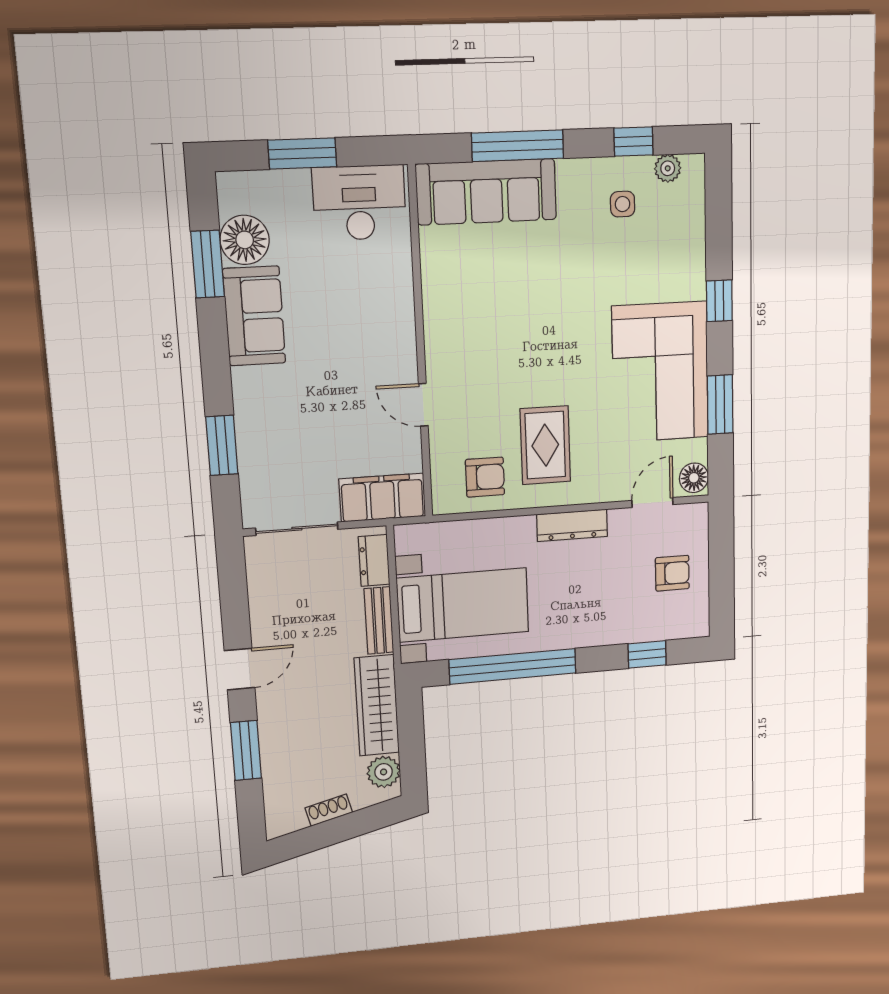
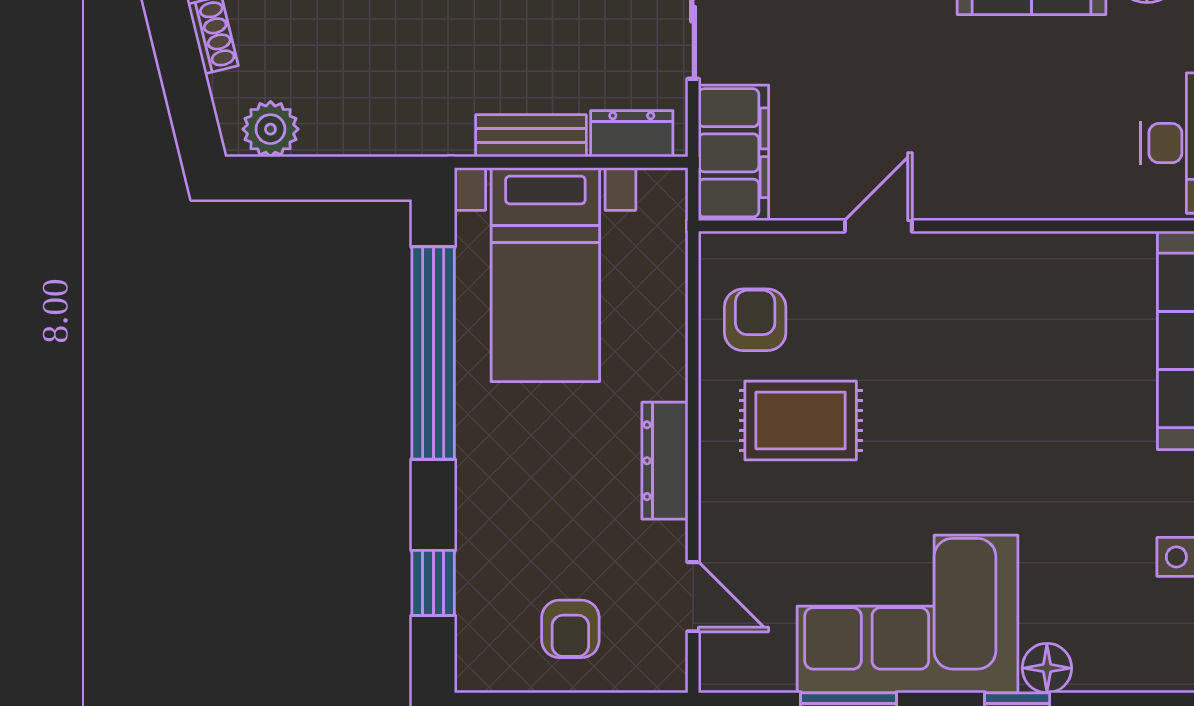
armchair: (485, 477) -> (755, 320), turned 180
floor lamp: (694, 478) -> (1047, 668), moved
wardrobe: (377, 705) -> (387, 124), removed

